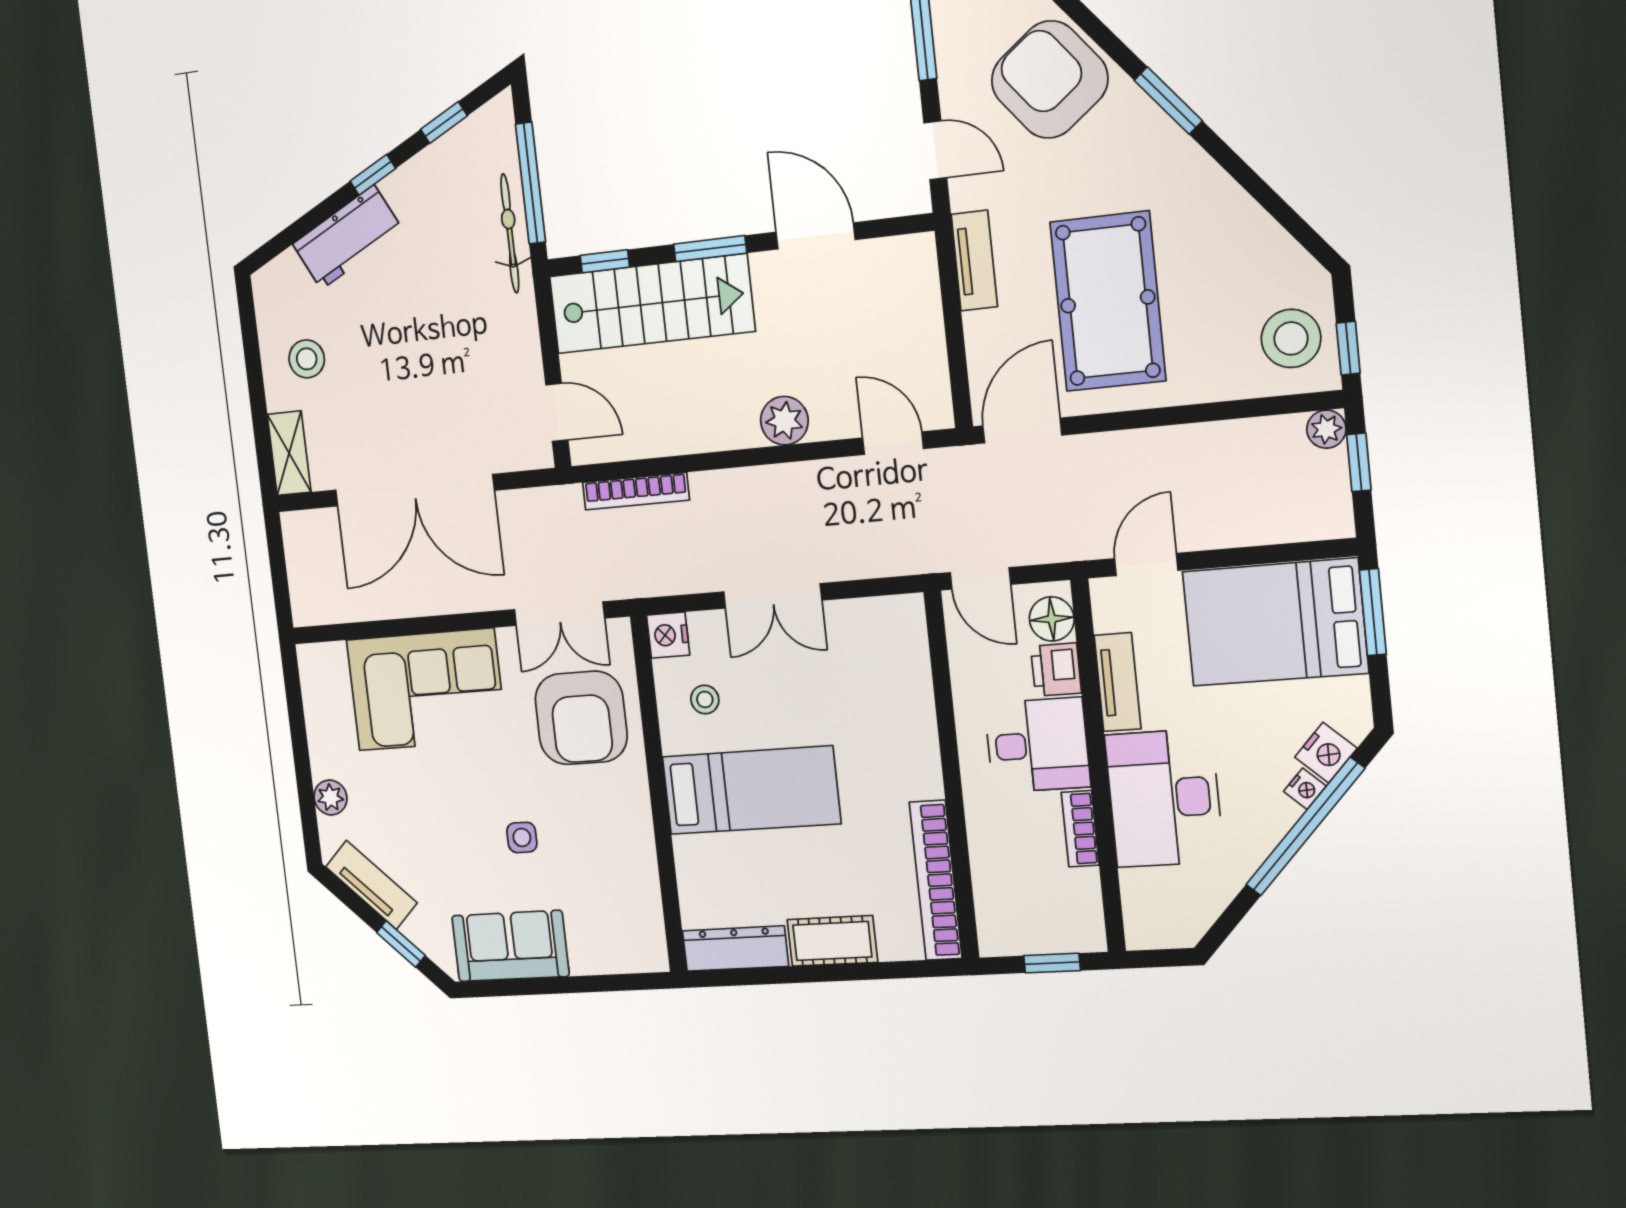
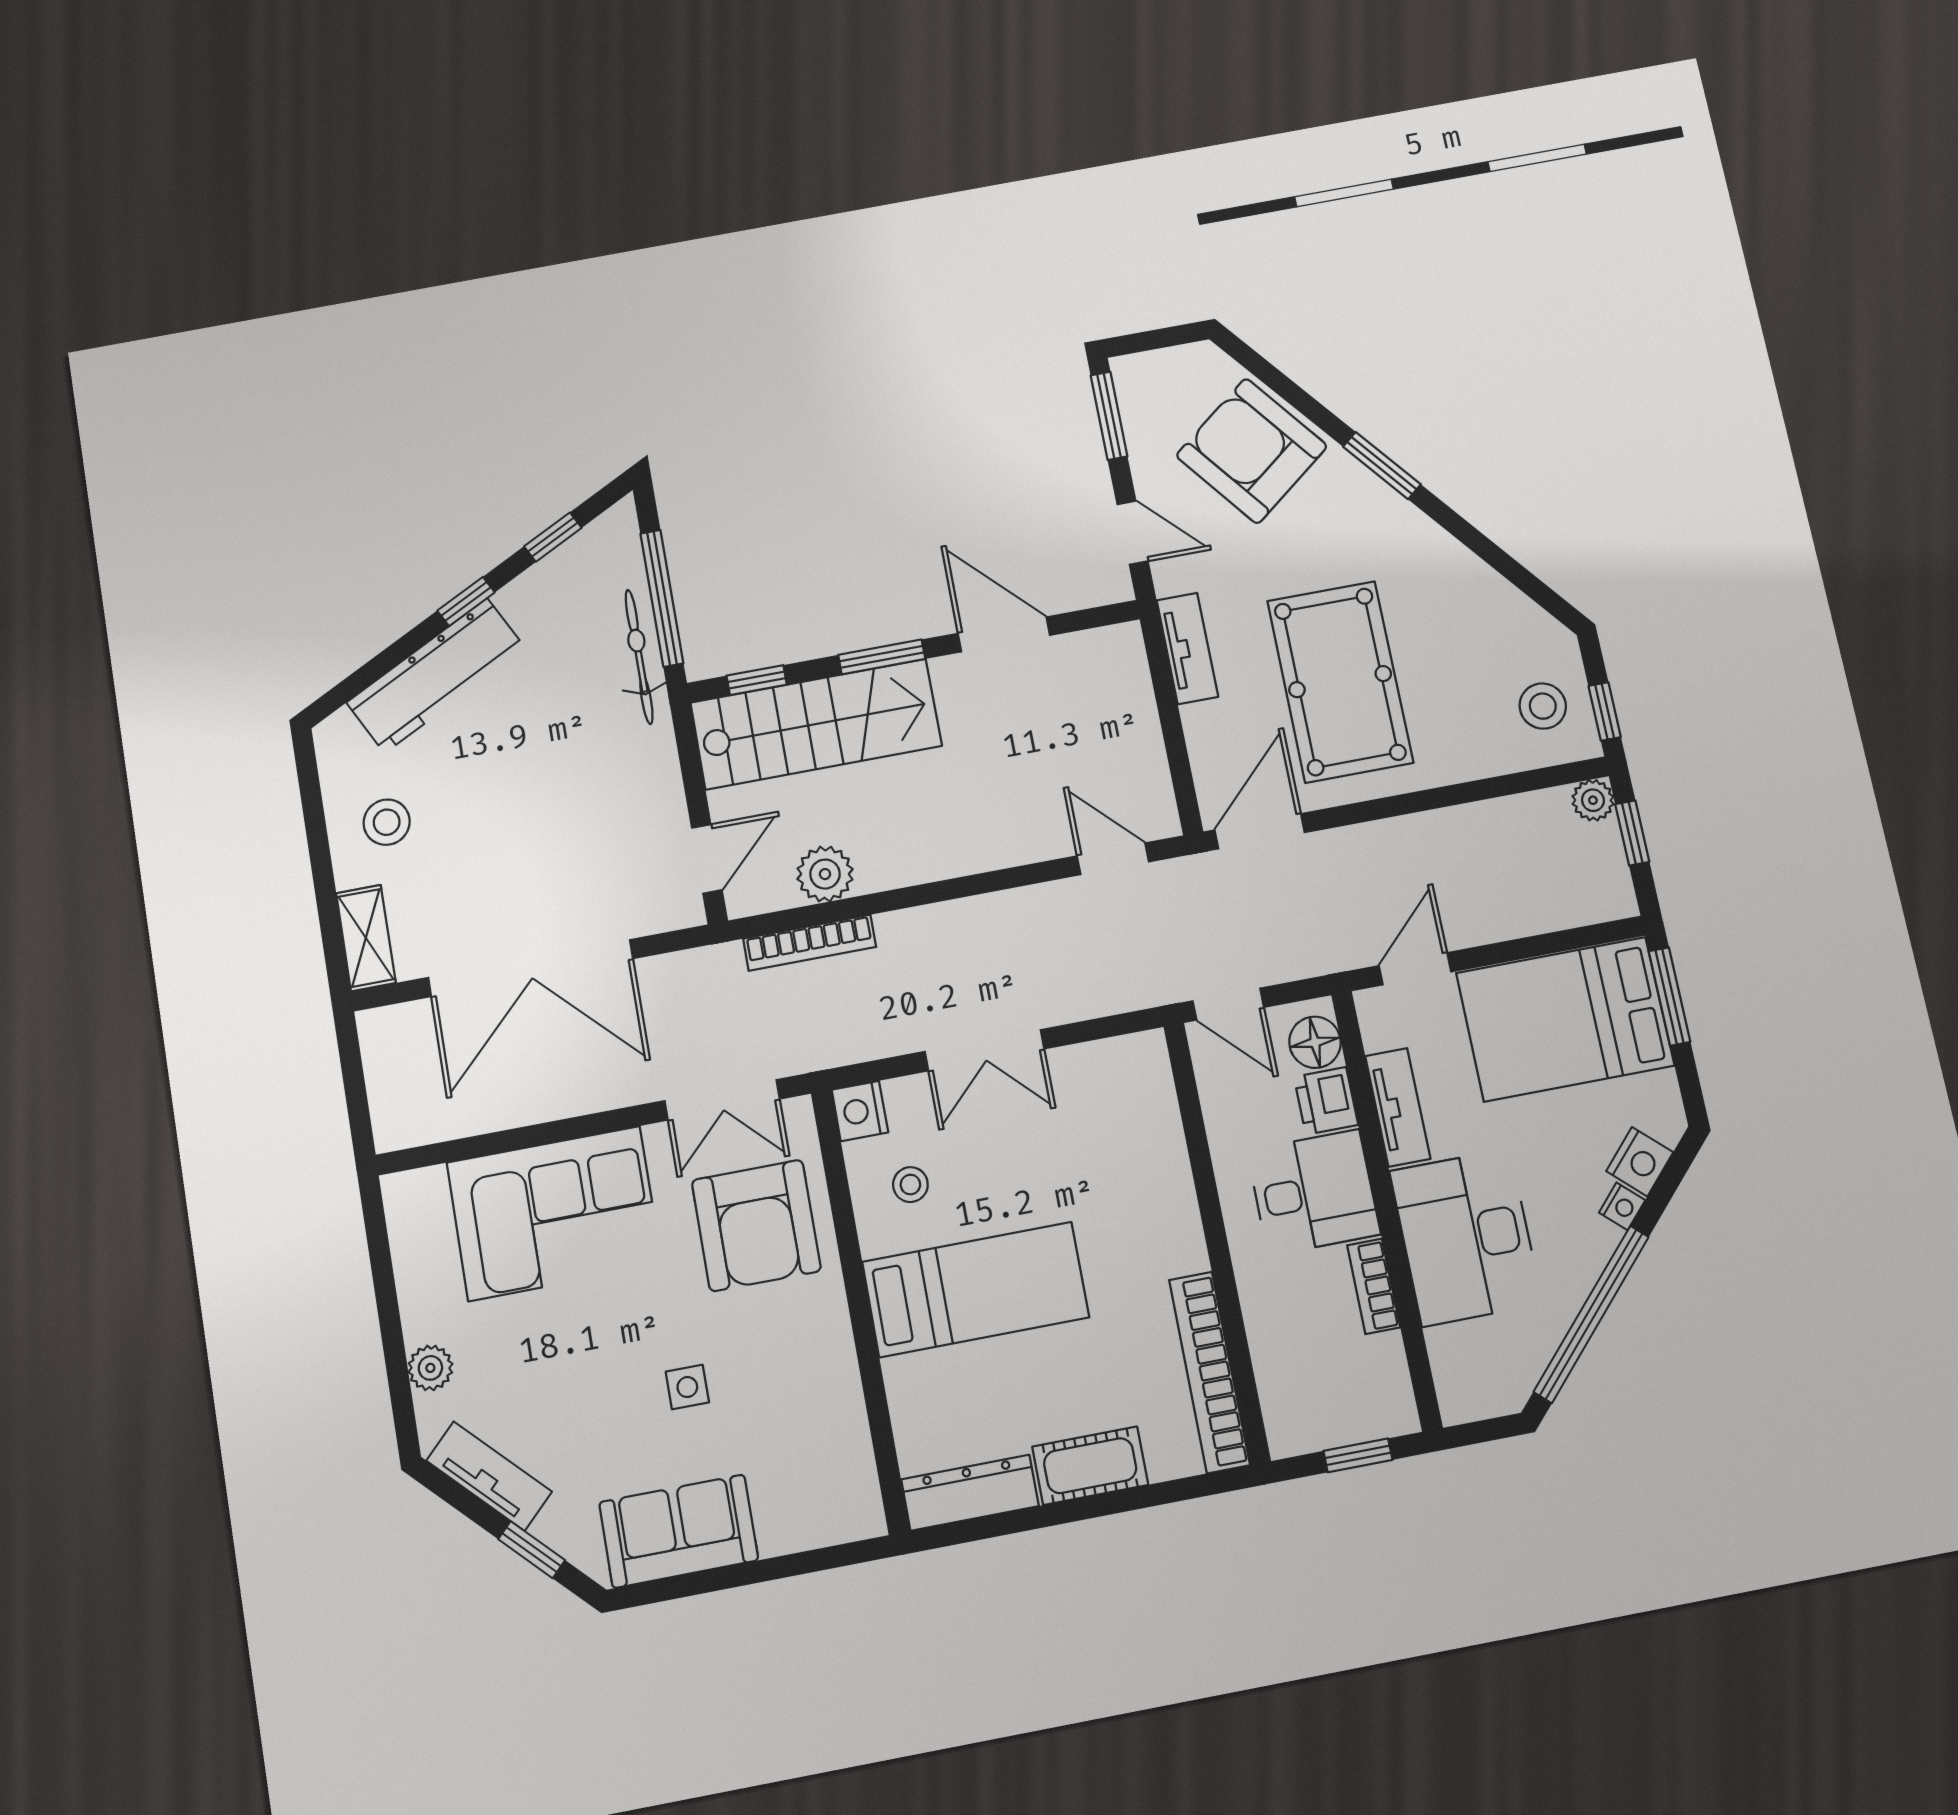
workbench: (348, 237) -> (436, 675), width x1.38
stool: (1291, 338) -> (1543, 706), width x0.73, depth x0.73
door: (557, 412) -> (707, 859), hinge flipped
plant: (784, 421) -> (825, 874), moved
window: (1305, 827) -> (1591, 1314), moved

